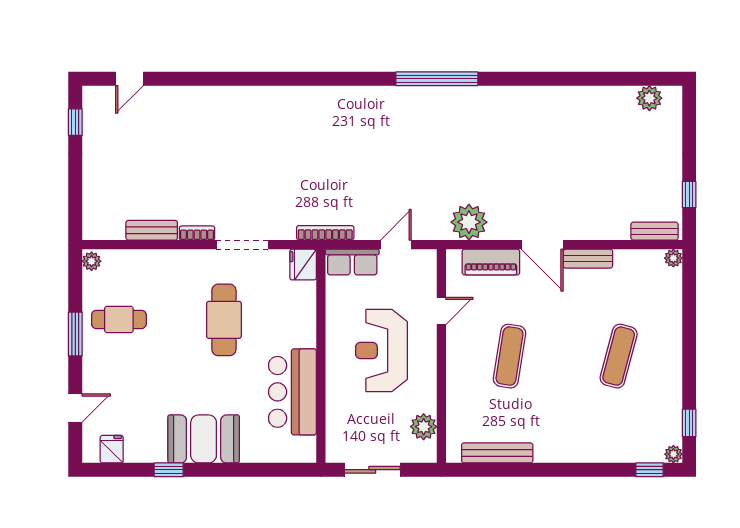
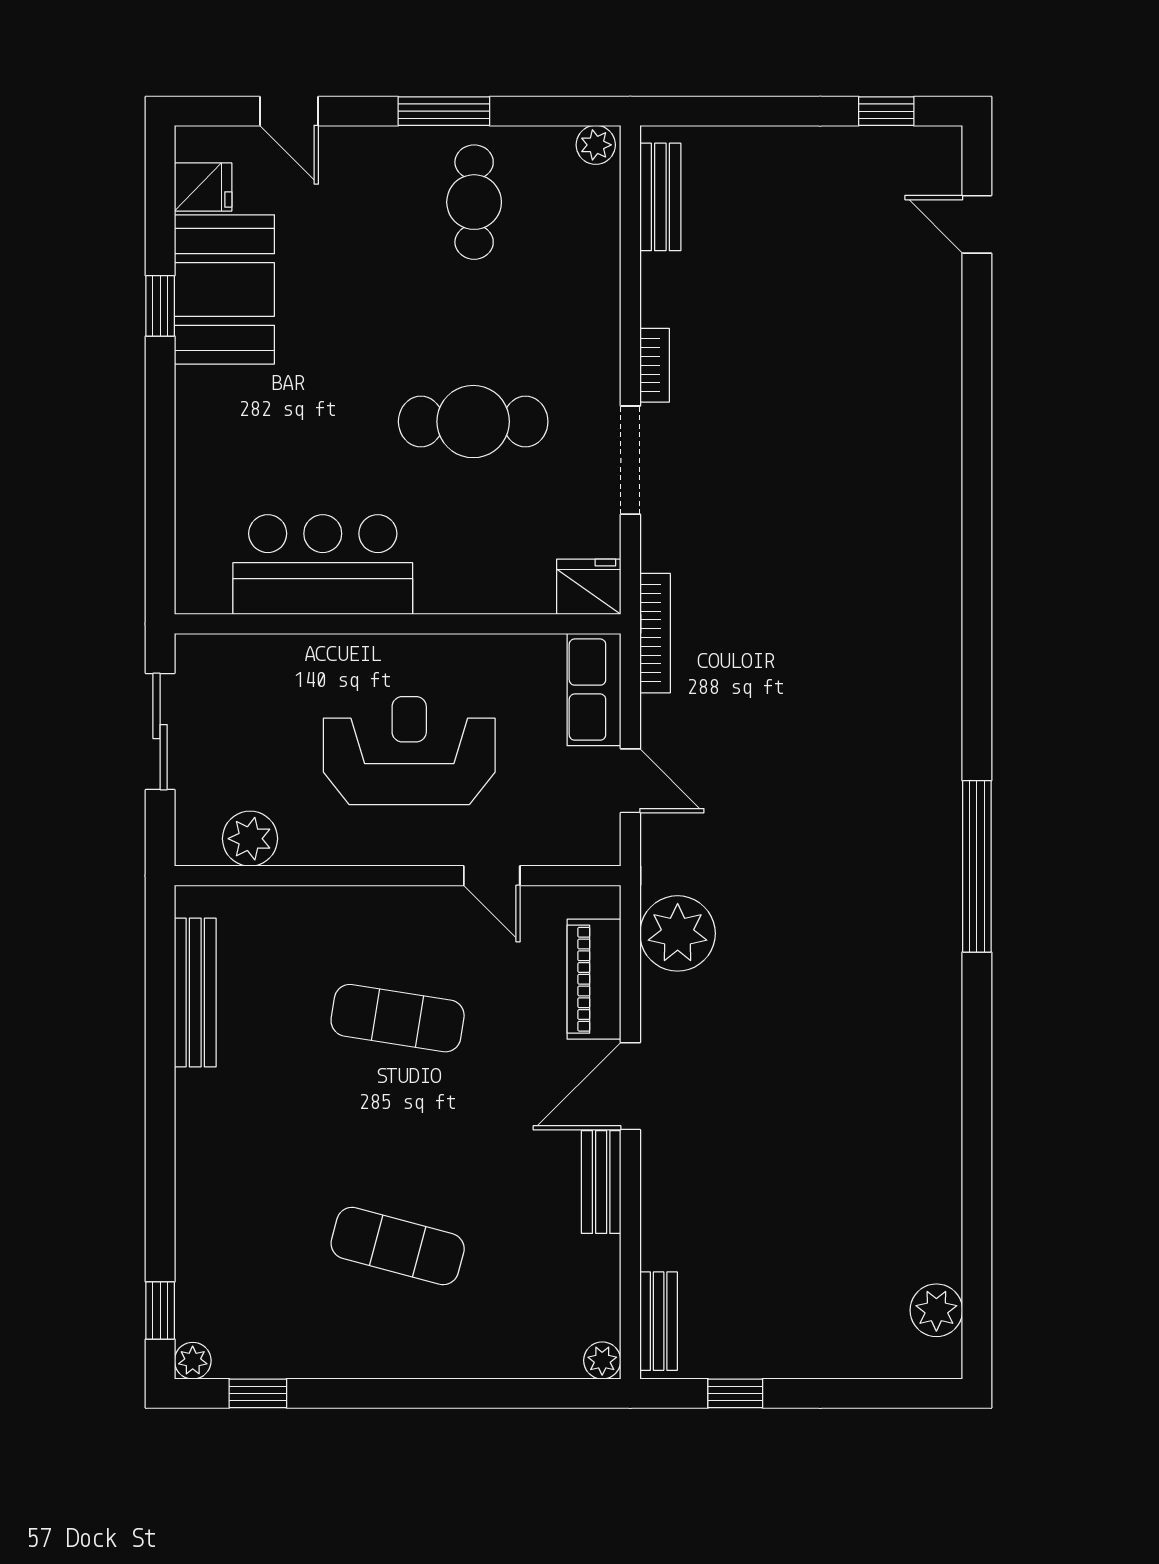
bench: (152, 230) -> (660, 197), moved
booth: (204, 439) -> (224, 289), moved

